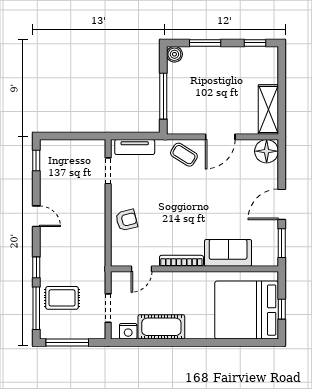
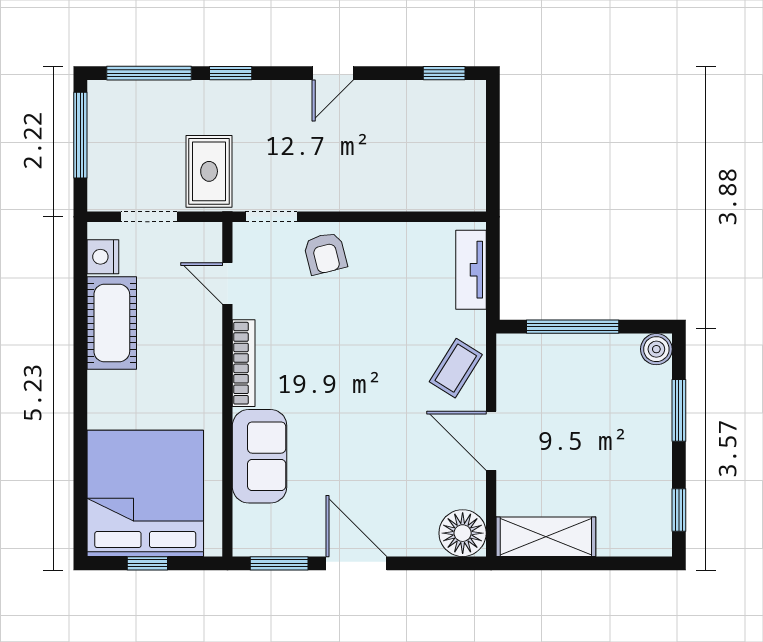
doorway: (108, 171) -> (271, 217), moved
rug: (62, 298) -> (209, 171), moved

